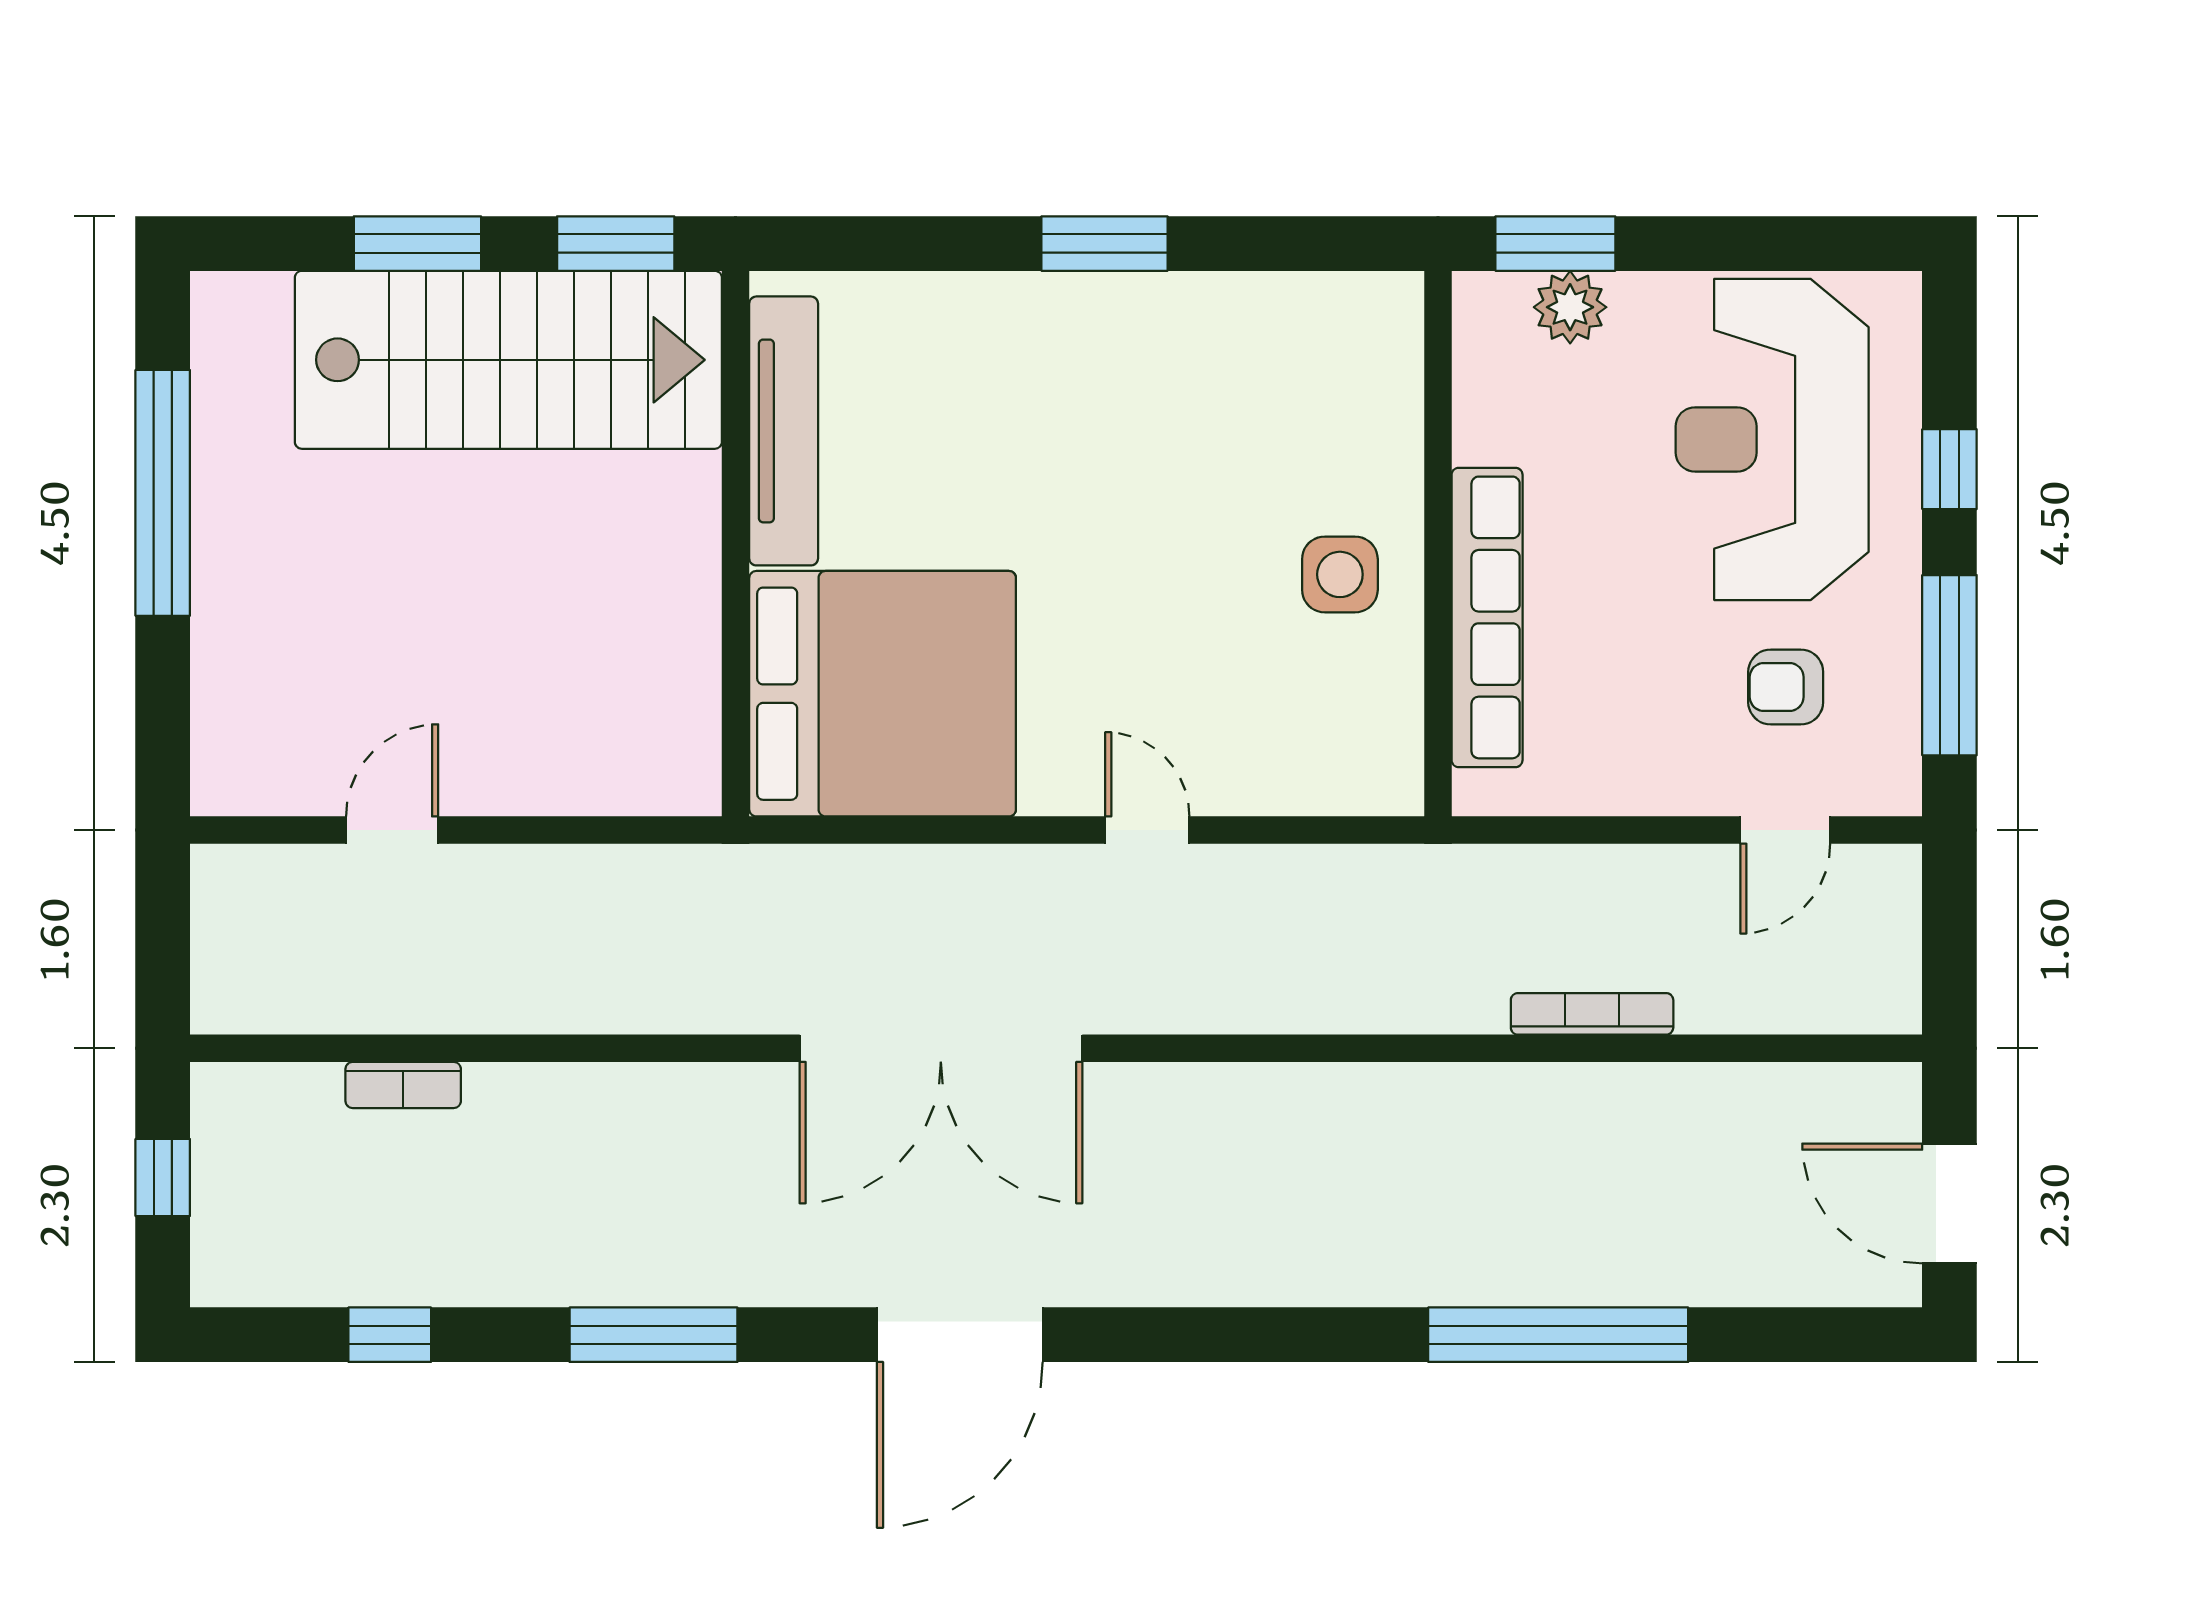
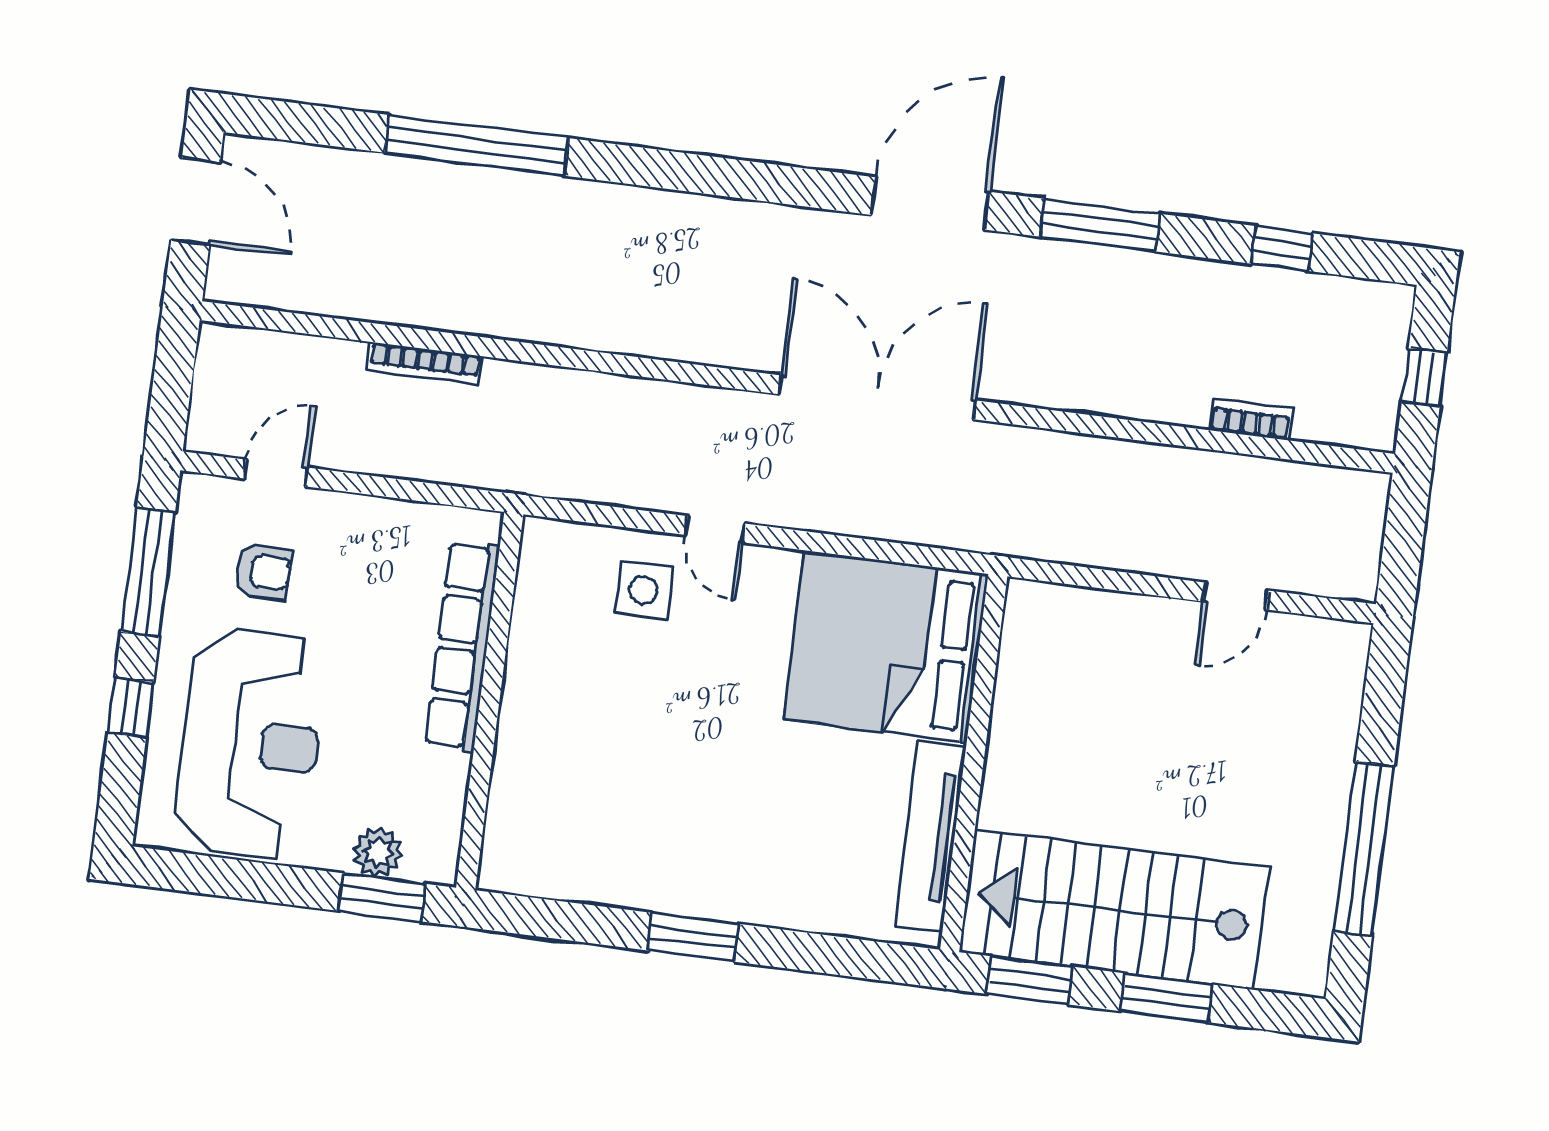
side table: (1340, 574) -> (643, 590), moved
door: (960, 1335) -> (930, 203), moved

